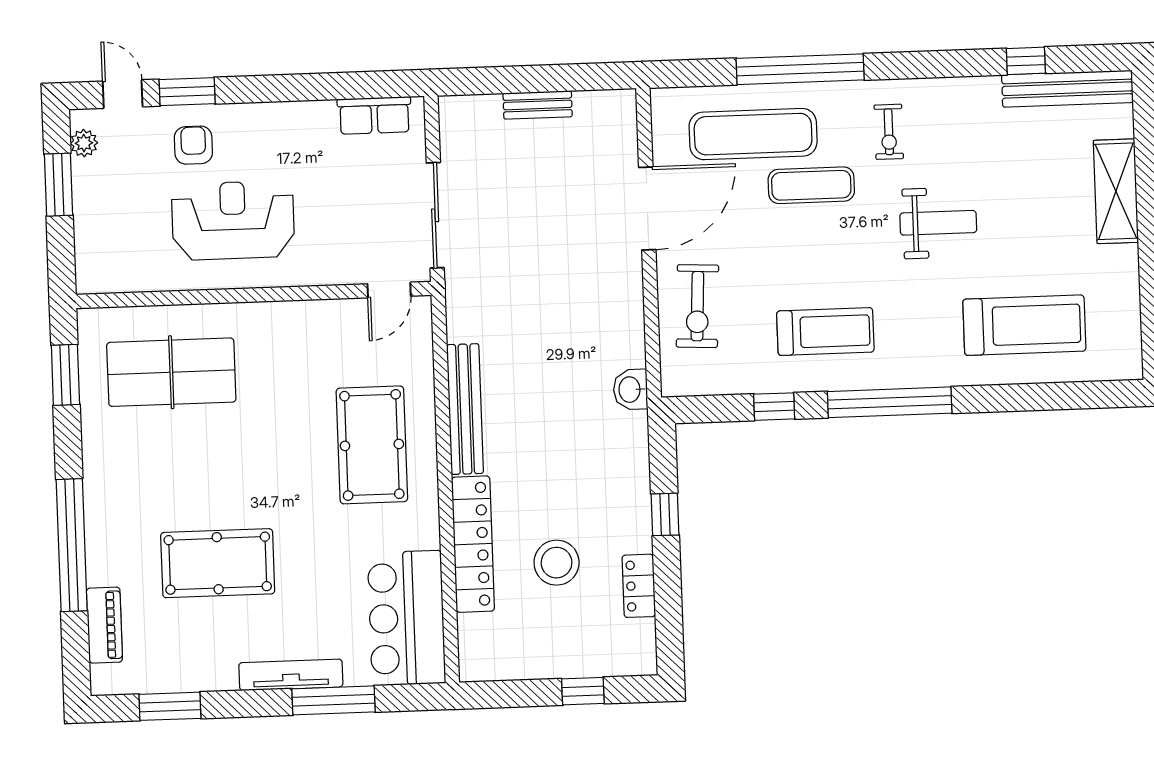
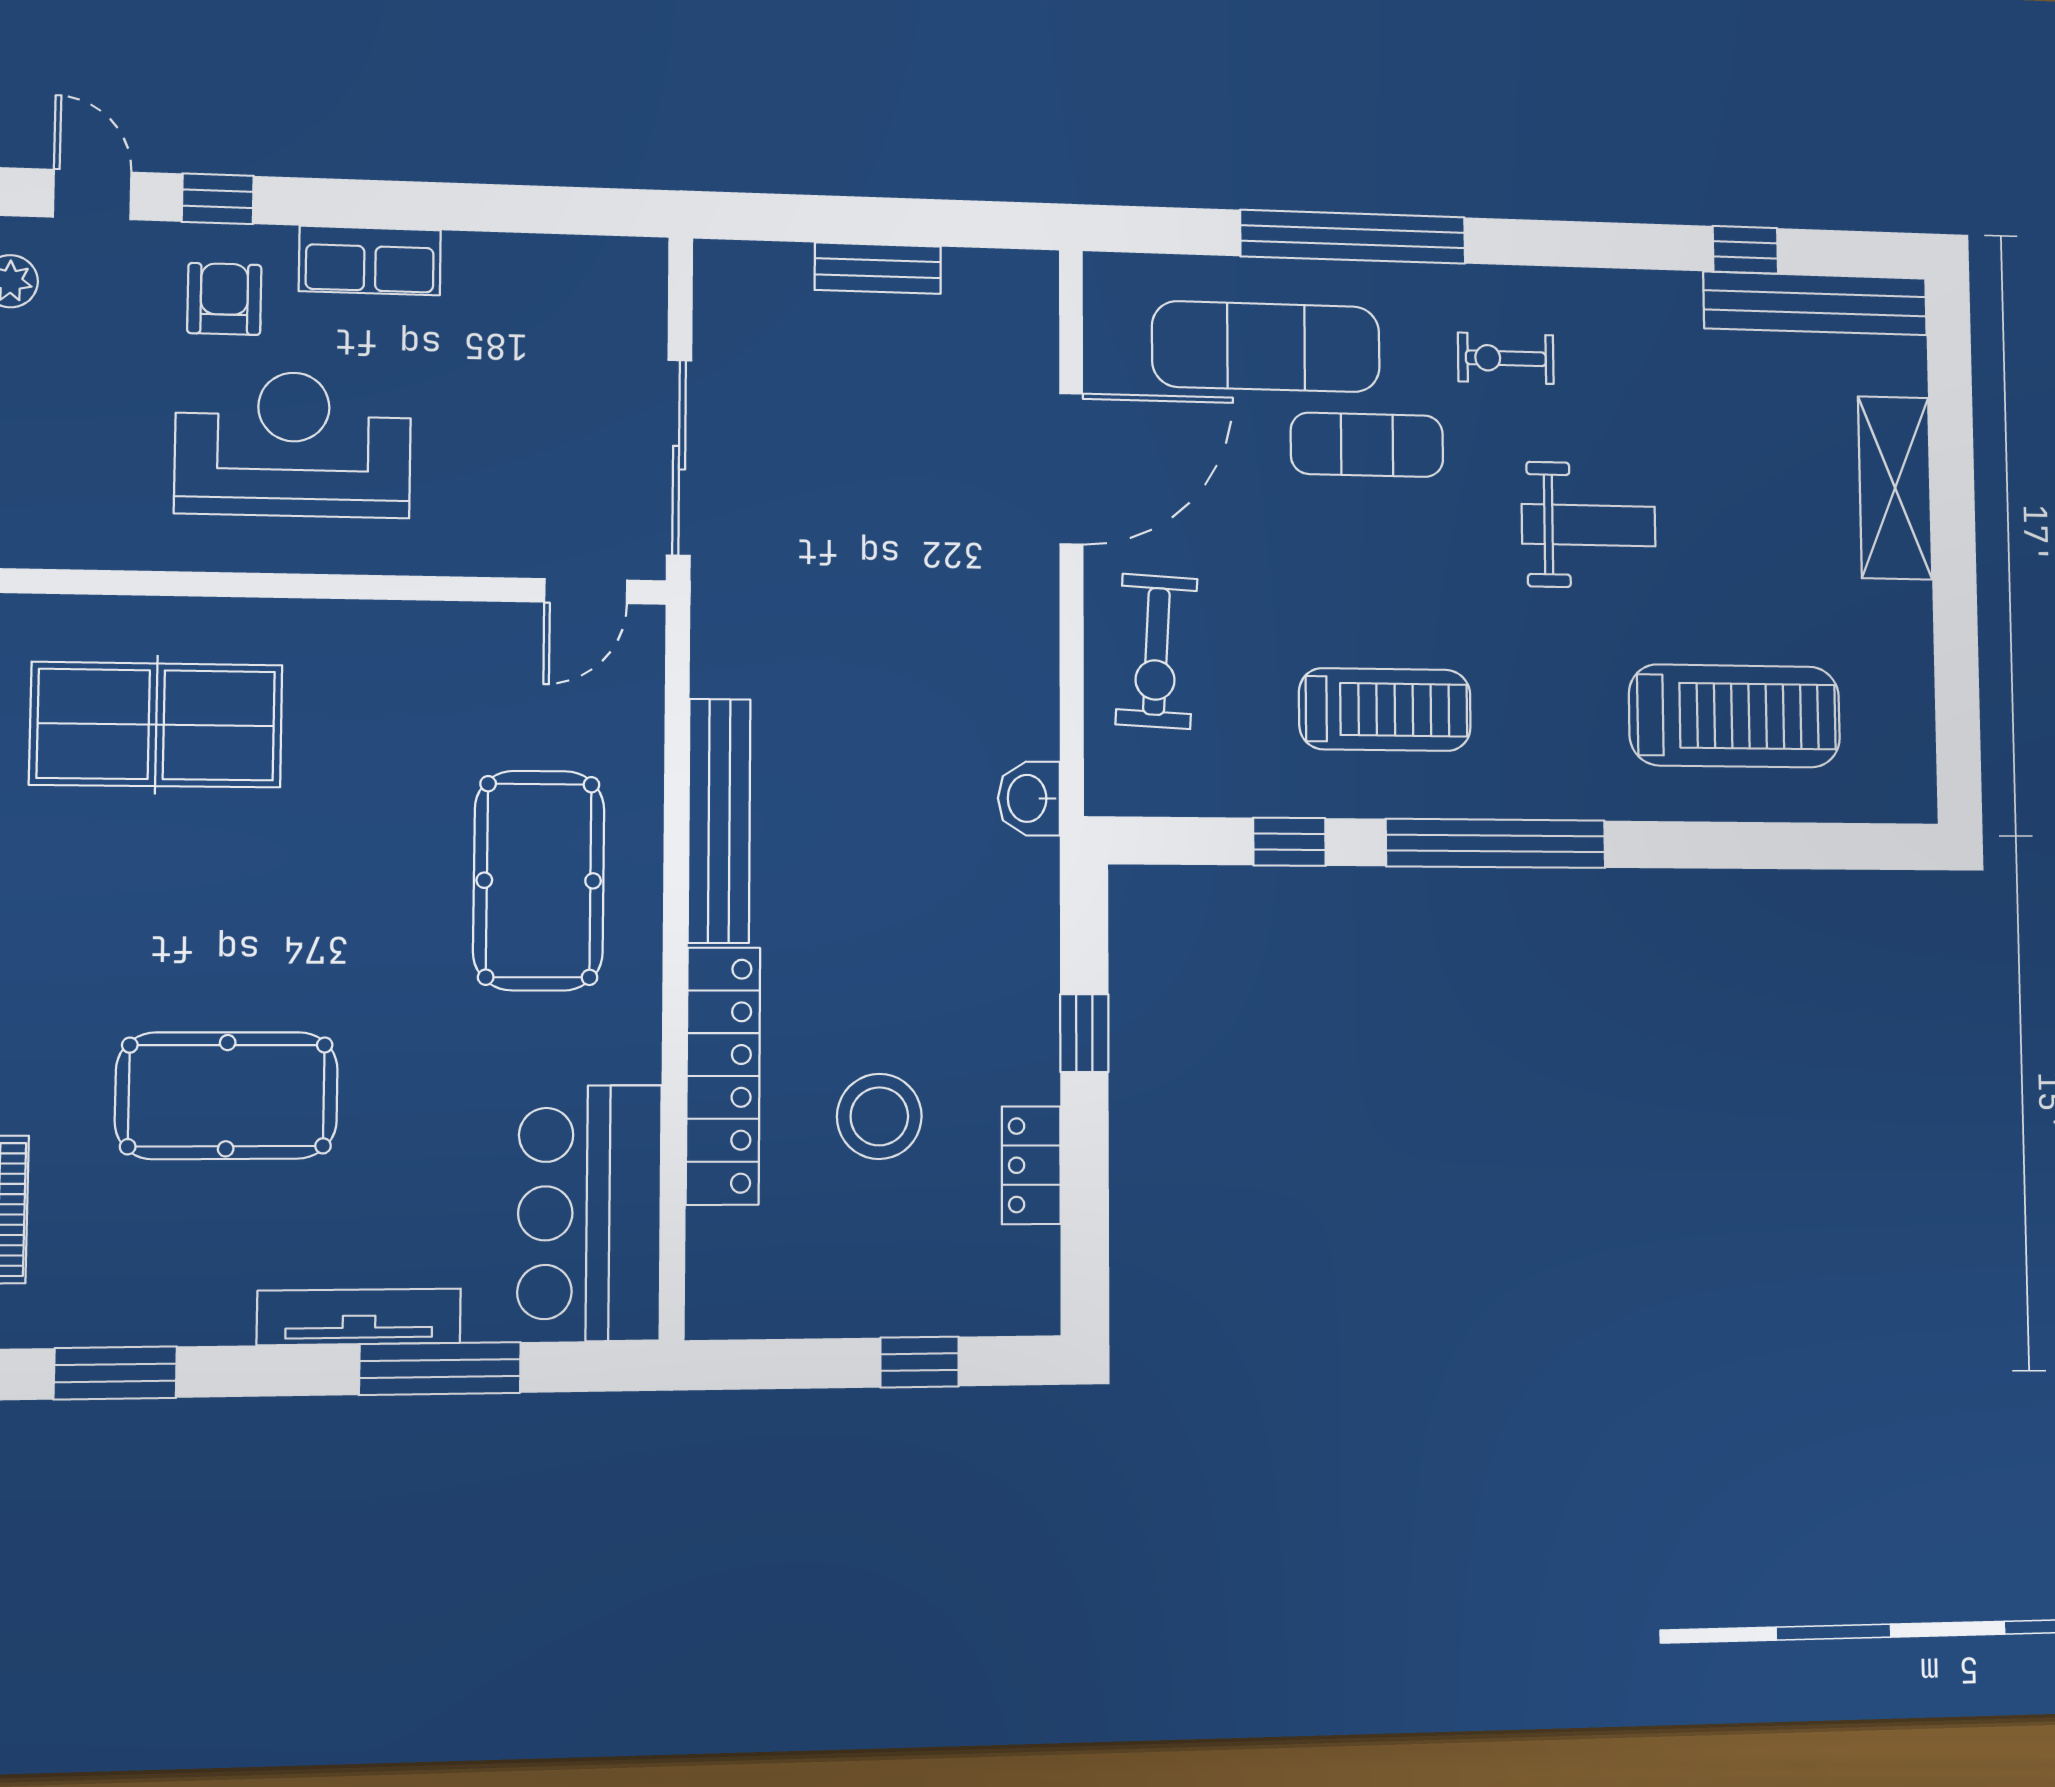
window: (187, 92) -> (218, 199), width x0.67
row of seats: (374, 115) -> (370, 261), moved
exercise bike: (889, 132) -> (1506, 358), turned 90

